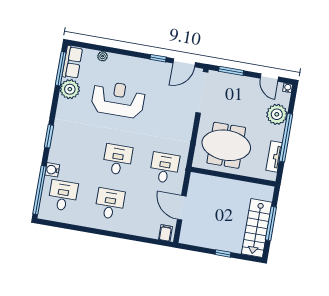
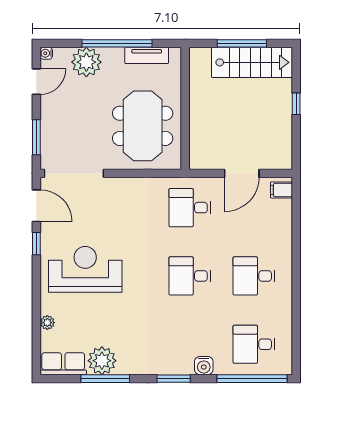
window: (61, 69) -> (105, 379), moved
reception desk: (118, 99) -> (85, 269), moved, turned 90
water cooler: (52, 170) -> (204, 366), moved

